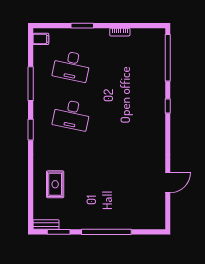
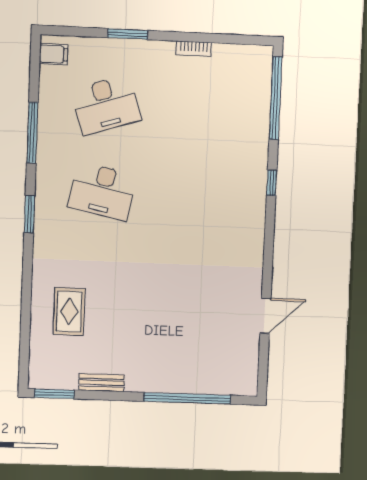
desk: (72, 66) -> (106, 105), turned -30
bench: (46, 224) -> (101, 383), moved
window: (59, 232) -> (54, 394), moved
window: (106, 232) -> (187, 398), moved

